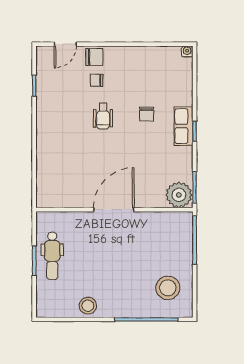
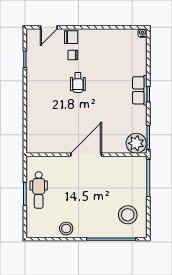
chair: (147, 114) -> (111, 81), removed

